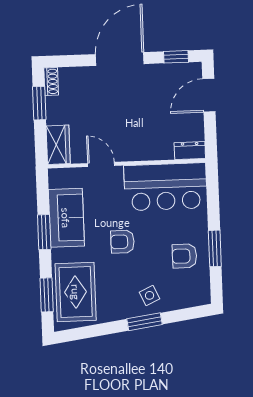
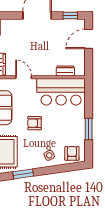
dresser: (190, 151) -> (65, 71), moved
armchair: (184, 256) -> (72, 153), moved, turned 90
window: (145, 322) -> (23, 174), moved

